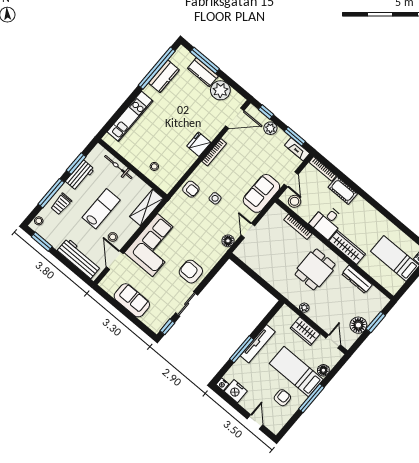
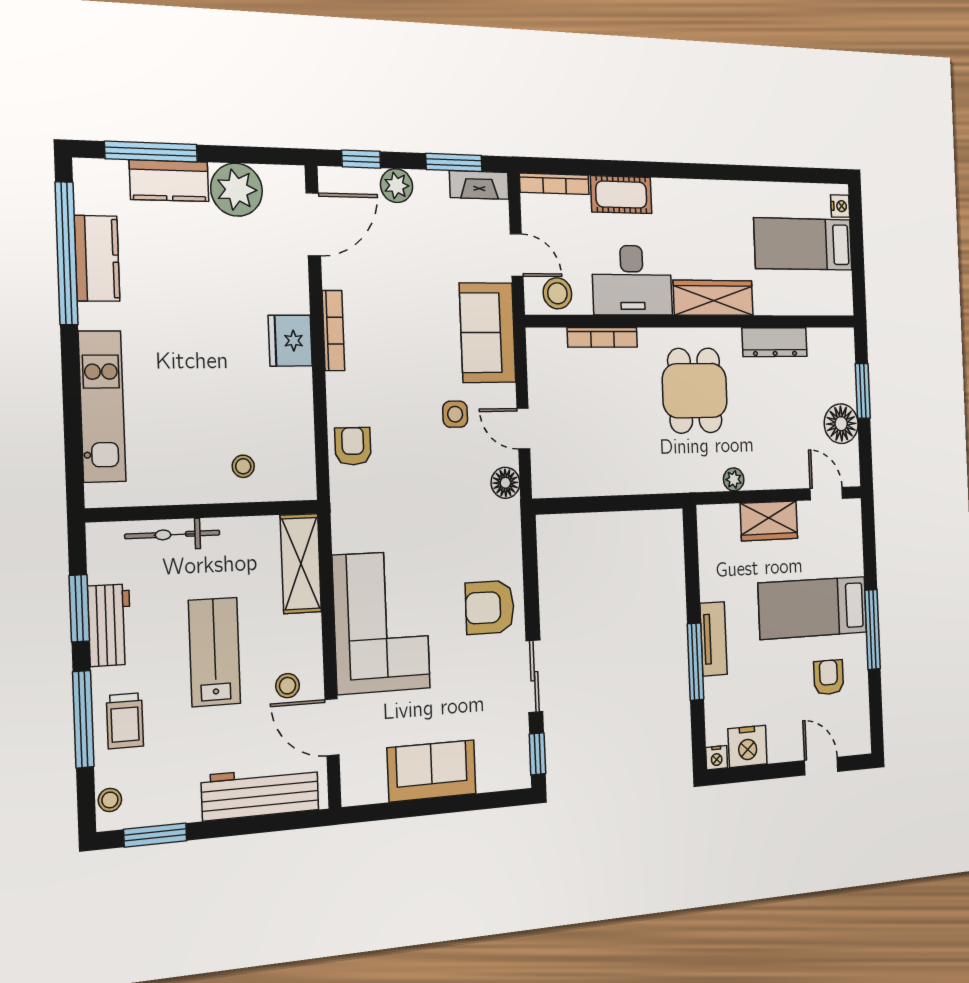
armchair: (191, 189) -> (353, 446), turned -90
side table: (215, 198) -> (455, 414), moved
desk: (327, 222) -> (632, 280), width x1.37
tv unit: (258, 344) -> (714, 639), width x0.71
floor lamp: (323, 370) -> (852, 561), removed

